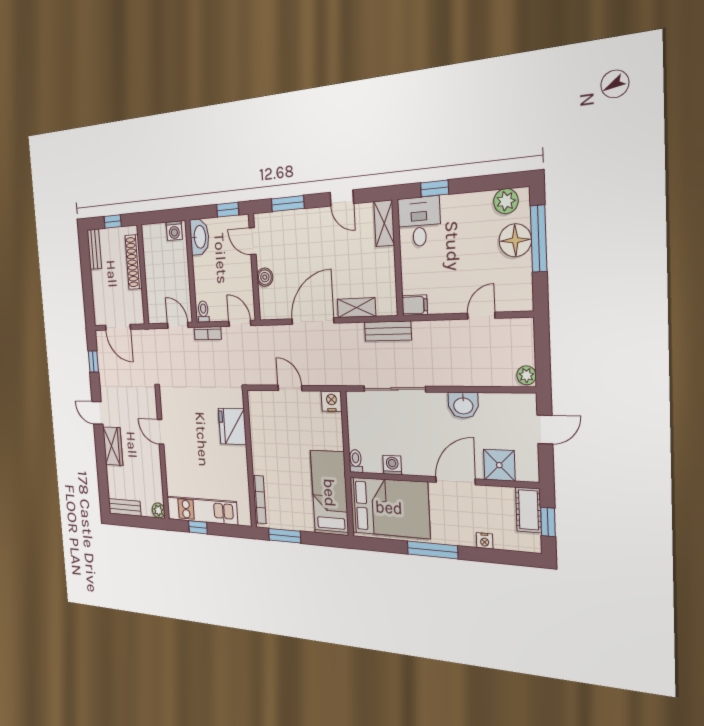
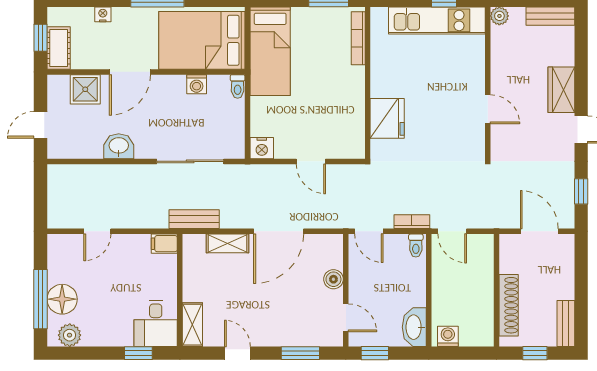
plant: (526, 375) -> (56, 175), removed

